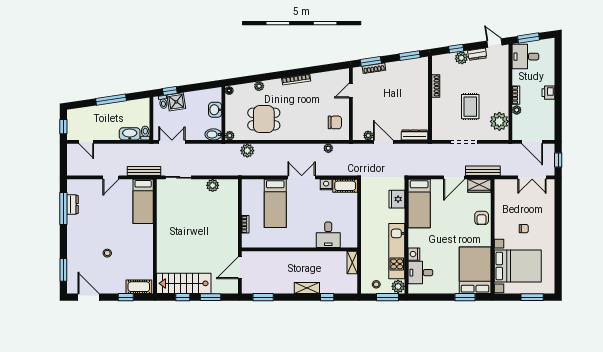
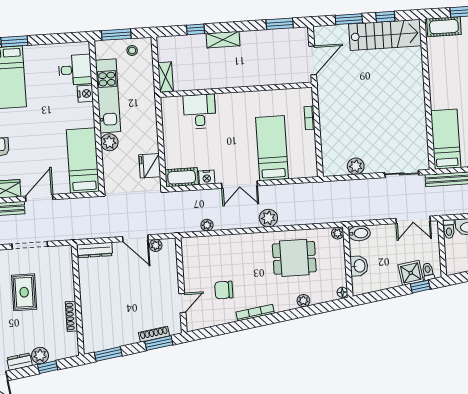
chair: (335, 122) -> (224, 290), moved
plant: (247, 151) -> (268, 218), moved
fridge: (397, 199) -> (150, 166), moved, turned 180
plant: (398, 286) -> (109, 142), moved

